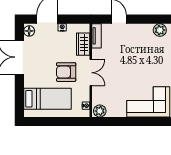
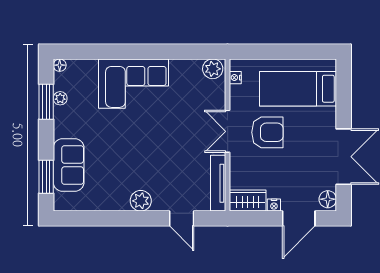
plant: (160, 30) -> (141, 201), moved
tv unit: (96, 36) -> (218, 183), width x1.41
wardrobe: (83, 44) -> (248, 201), moved, turned -90

